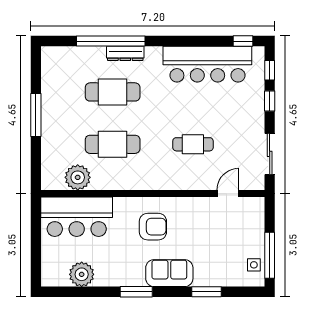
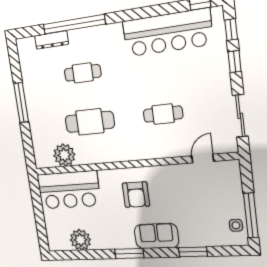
dresser: (125, 53) -> (52, 40), moved
cafe table: (113, 92) -> (83, 73), width x0.73, depth x0.74
armchair: (153, 227) -> (136, 195), turned 90

